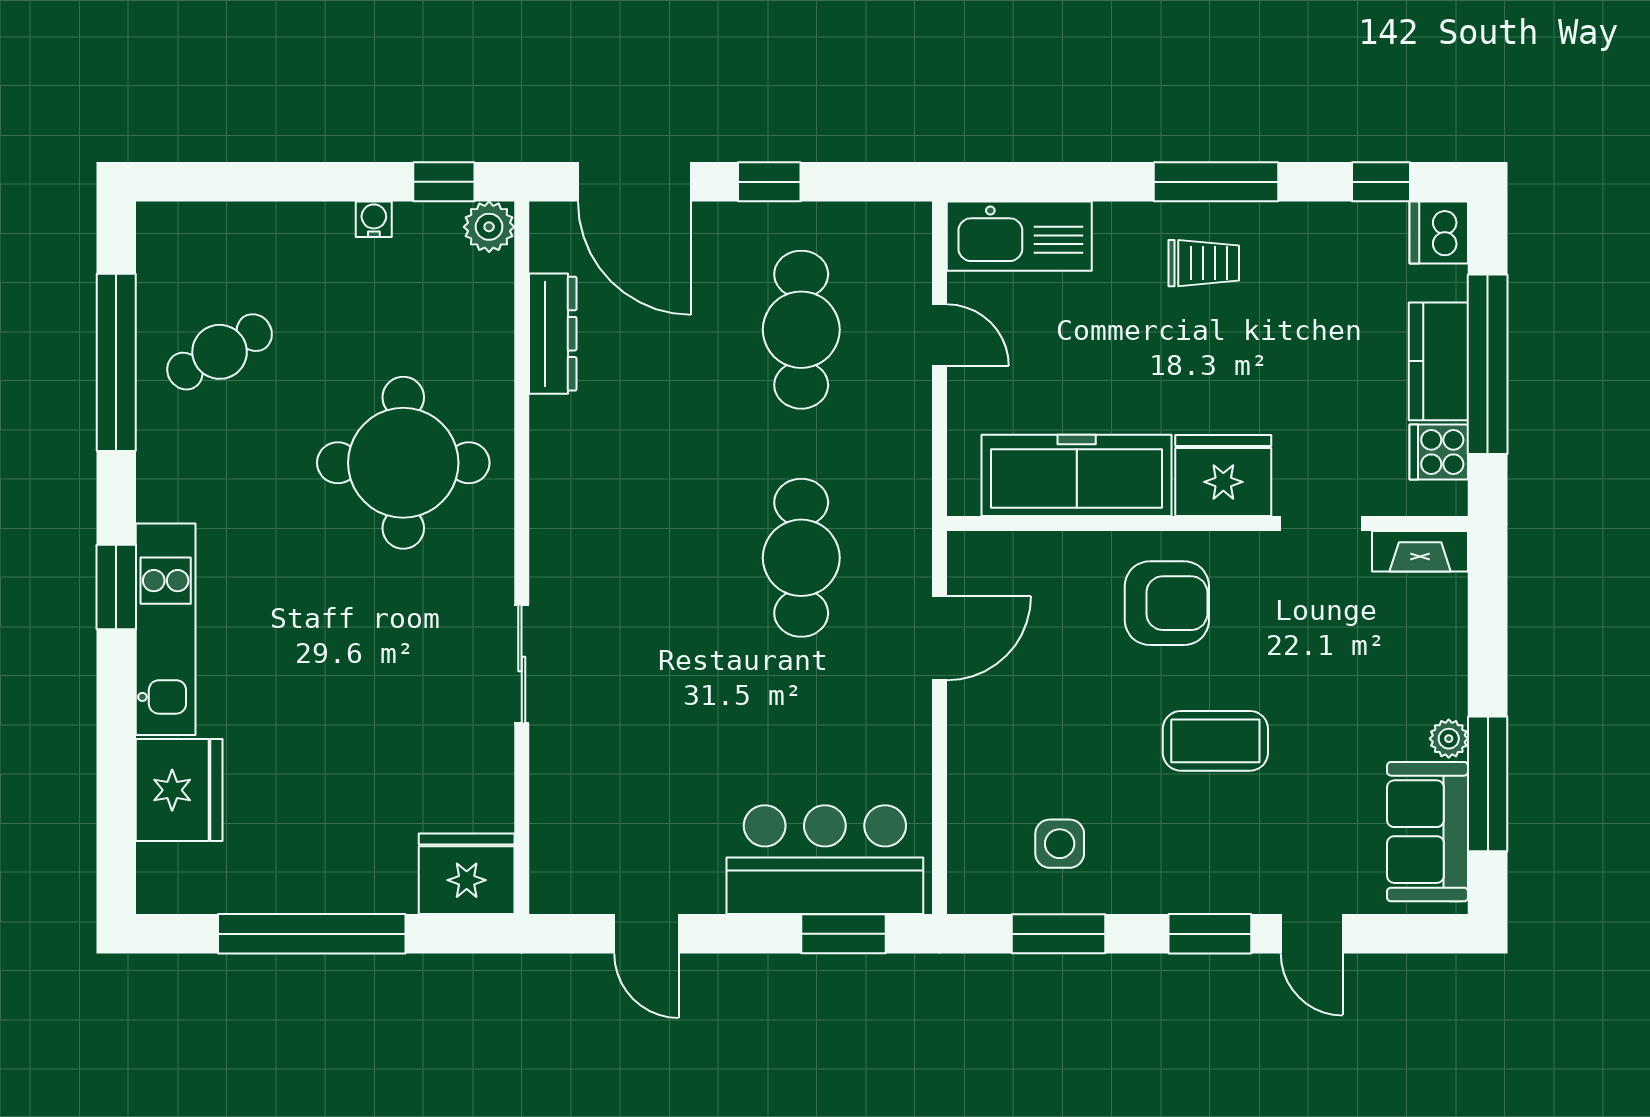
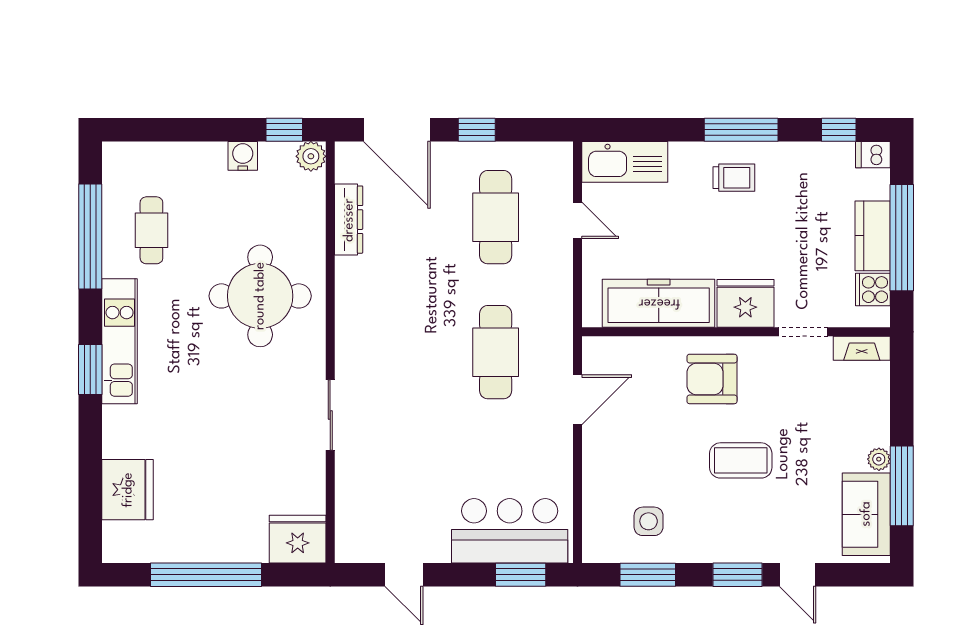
water cooler: (374, 219) -> (243, 156), width x1.38, depth x1.38
dishwasher: (1439, 233) -> (873, 155), width x0.73
cafe table: (220, 352) -> (151, 230), turned -61
armchair: (1167, 603) -> (712, 379), turned 180
kitchen unit: (166, 629) -> (120, 341), moved

